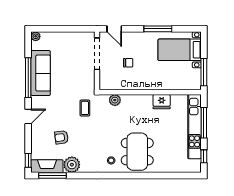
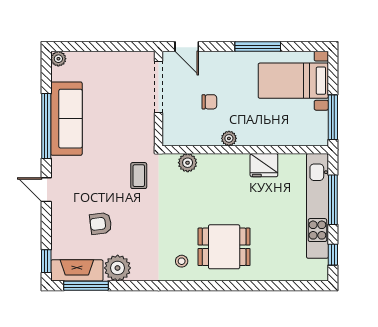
plant: (140, 85) -> (229, 138), added
door: (28, 117) -> (46, 190), swing flipped
dining table: (137, 152) -> (224, 247), width x0.73

